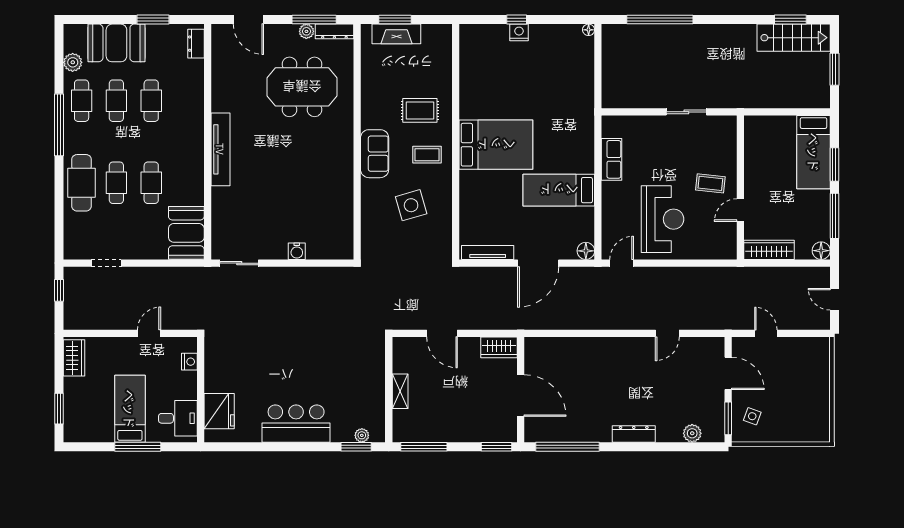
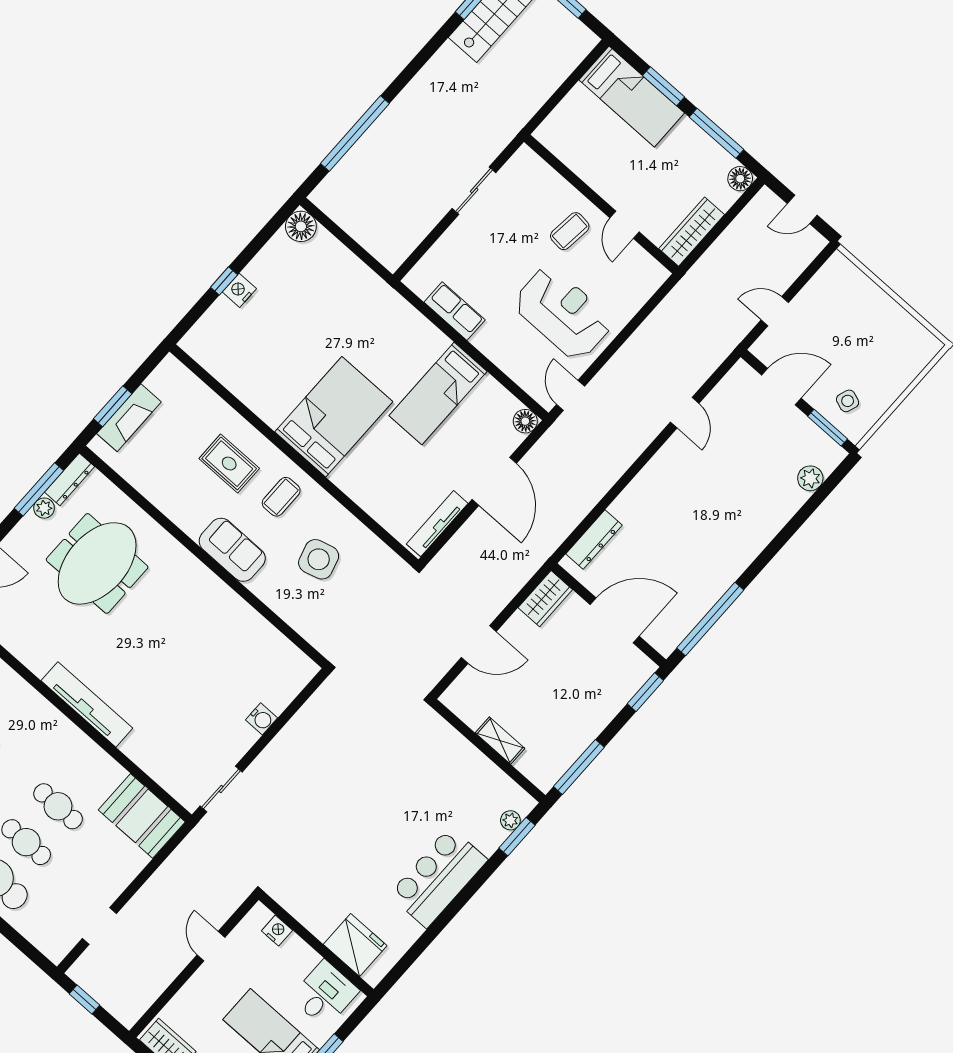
floor lamp: (589, 30) -> (301, 226), width x1.89, depth x1.89
rug: (420, 110) -> (229, 464), turned 90
dresser: (634, 434) -> (594, 540), moved, turned 180

